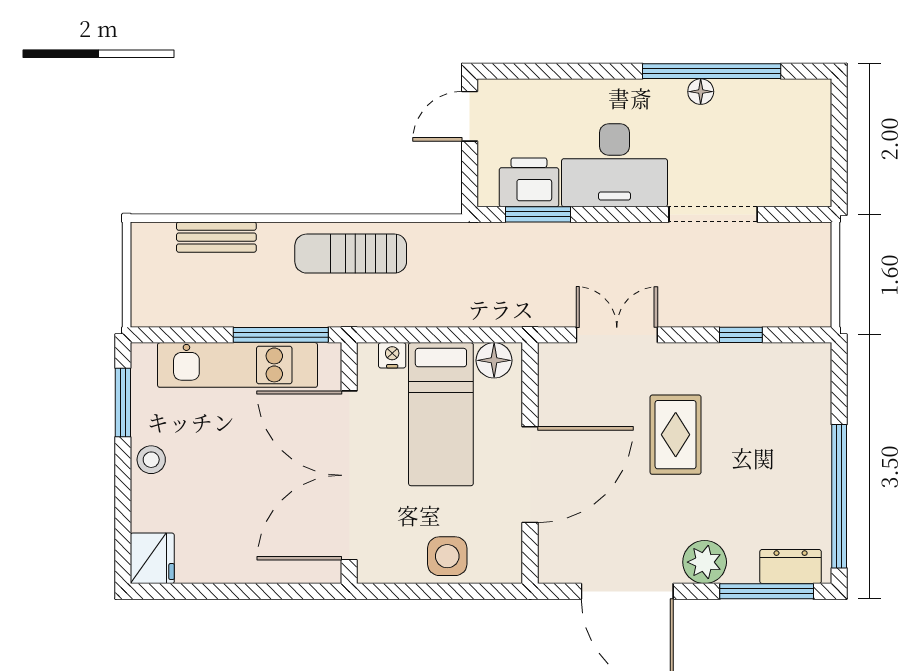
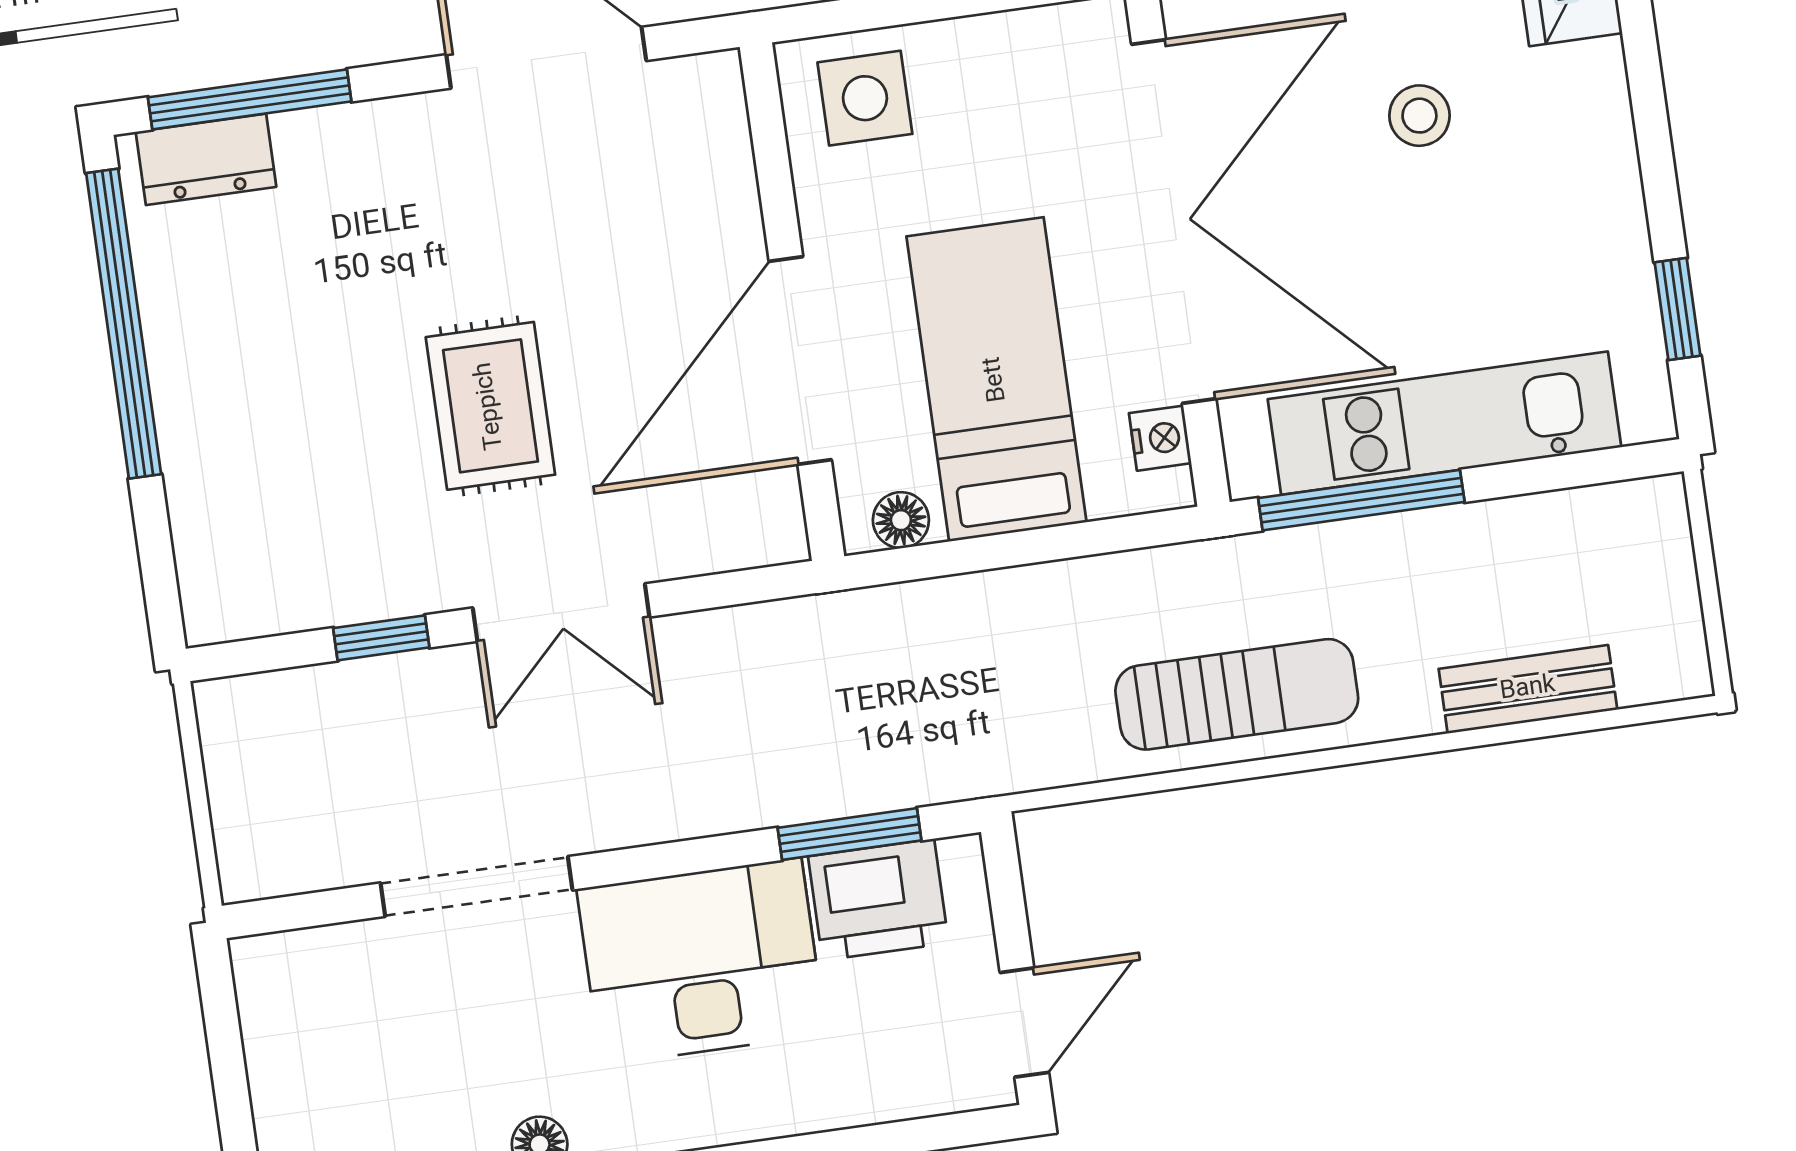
double door: (617, 335) -> (561, 613), moved
nightstand: (392, 355) -> (1160, 438), moved, turned -90
floor lamp: (494, 360) -> (901, 520), width x0.73, depth x0.73
window: (123, 402) -> (1677, 309), width x0.67
stool: (151, 460) -> (1419, 116), moved
door: (530, 475) -> (800, 361), moved
side table: (447, 556) -> (865, 98), moved
plant: (705, 562) -> (390, 143), removed

